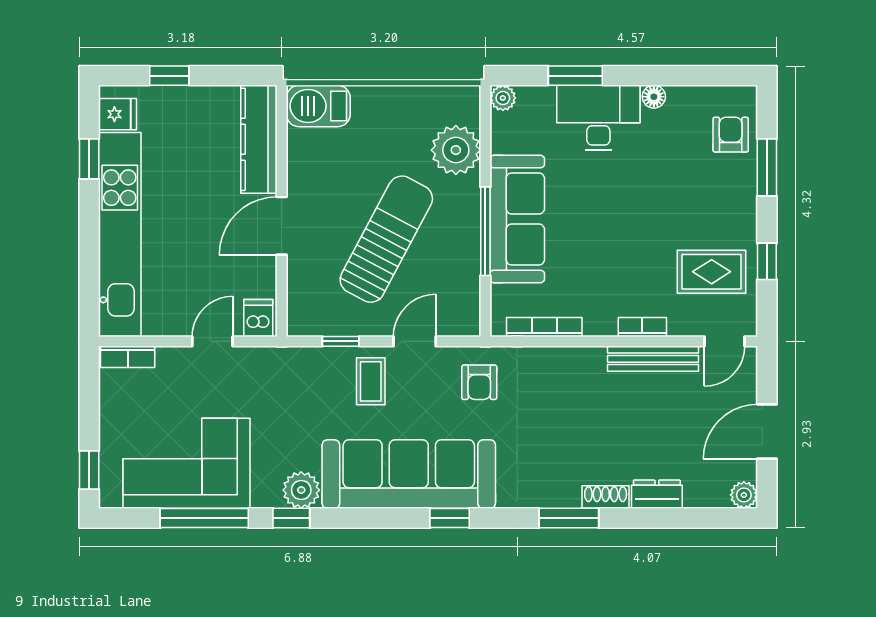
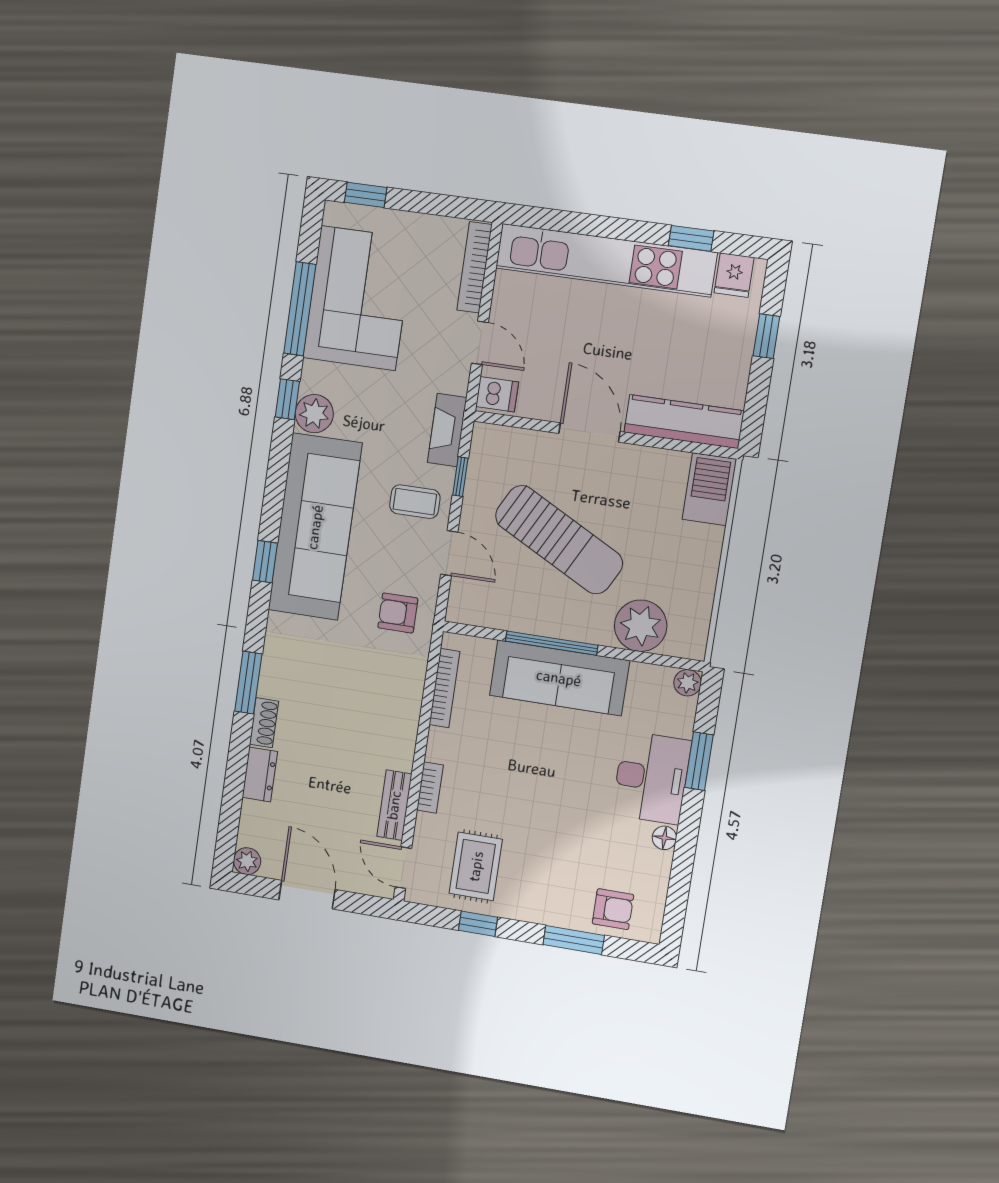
bookcase: (128, 357) -> (474, 267), width x1.56
bench: (653, 359) -> (394, 805), width x0.73
fireplace: (299, 360) -> (447, 430), added

